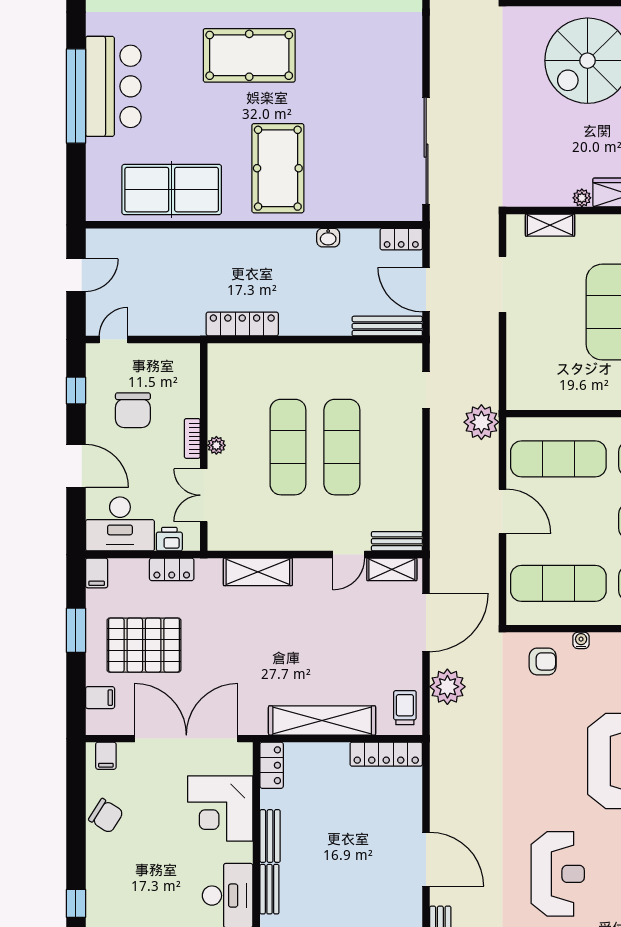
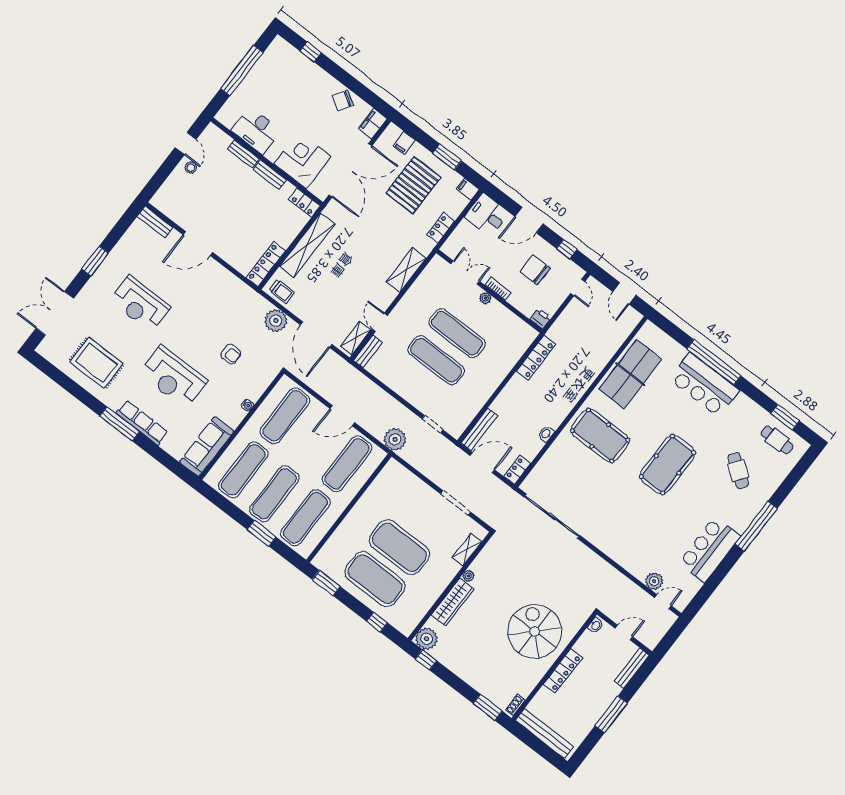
desk: (120, 524) -> (487, 215), width x0.73
printer: (169, 539) -> (541, 318), moved, turned -90
armchair: (543, 661) -> (231, 354), moved, turned -90
filing cabinet: (106, 756) -> (373, 123), width x2.00

